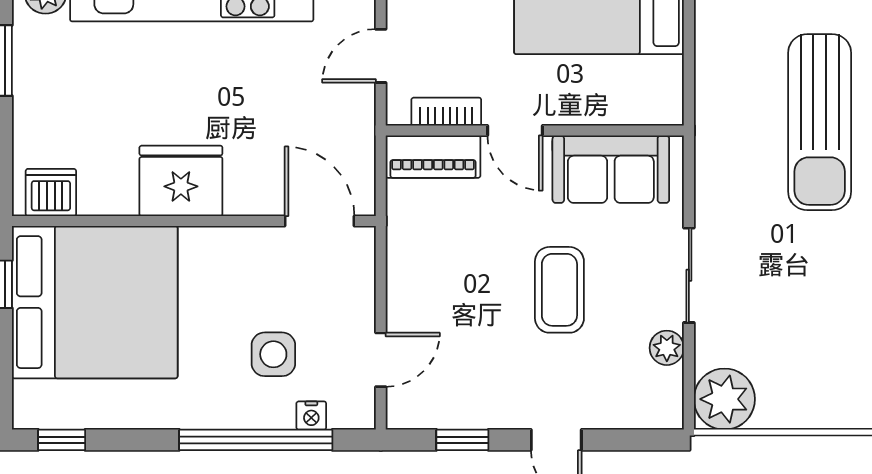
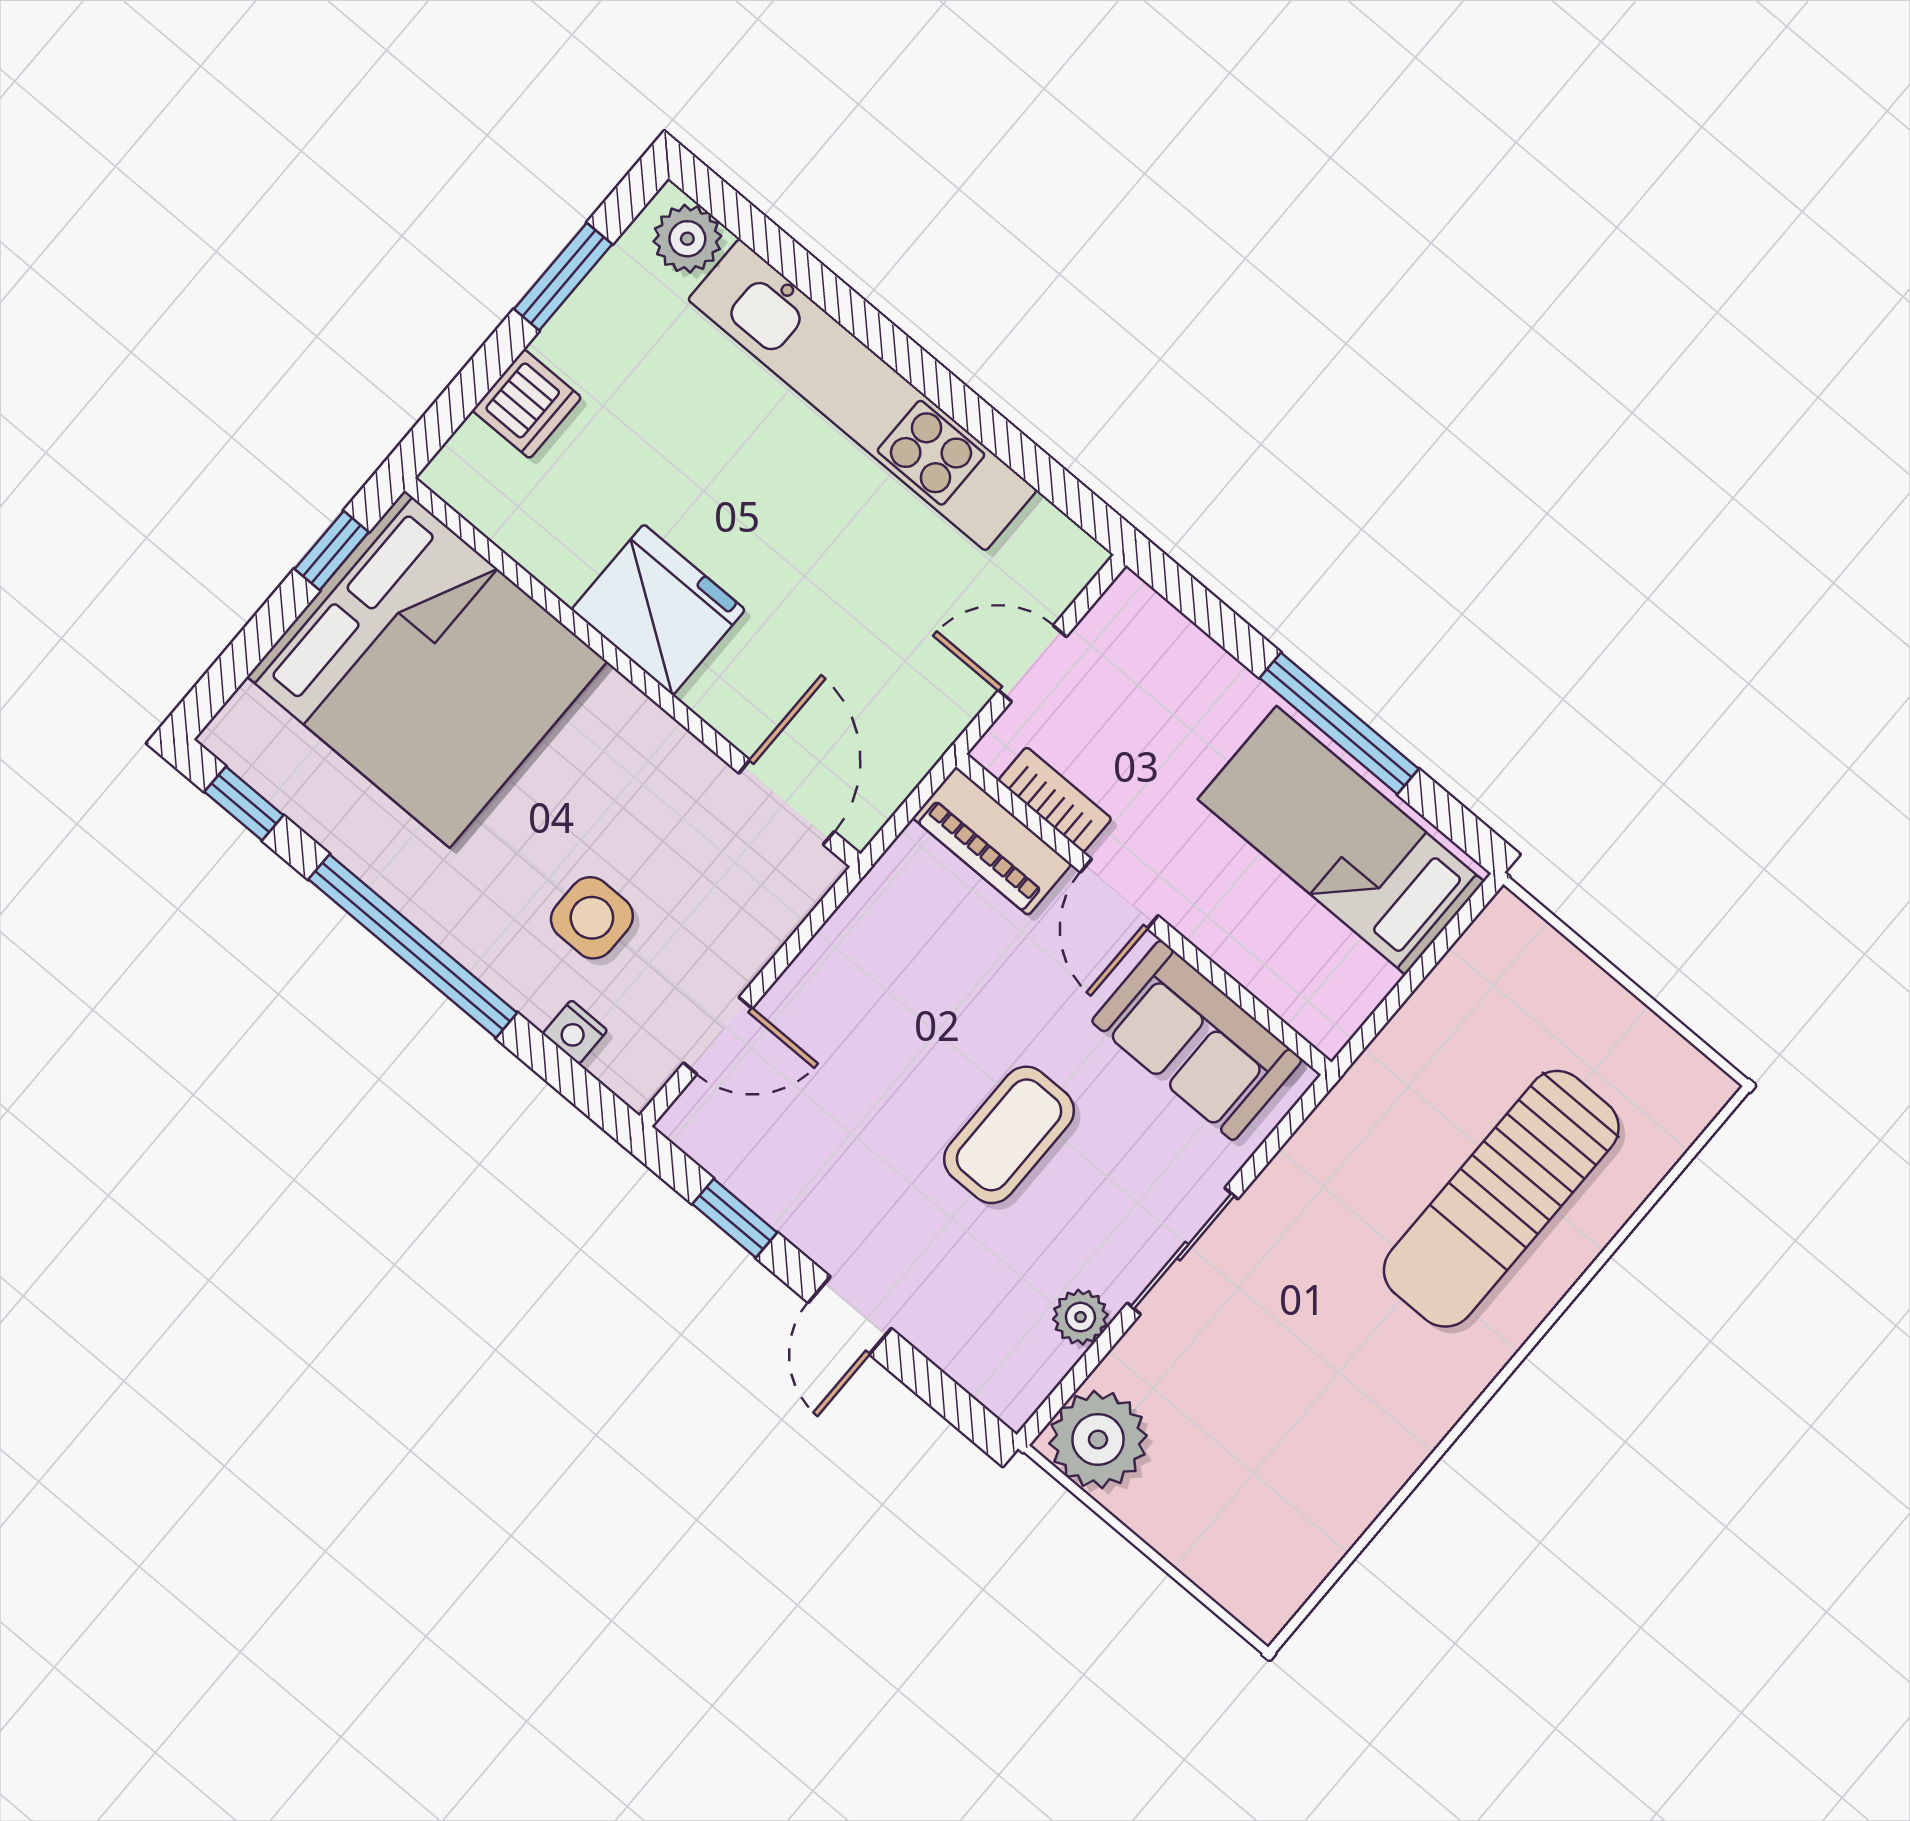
dishwasher: (51, 192) -> (527, 404), moved, turned 90
window: (256, 440) -> (413, 946), moved

